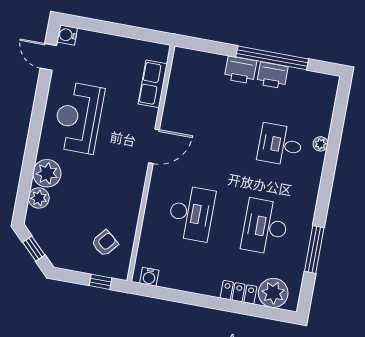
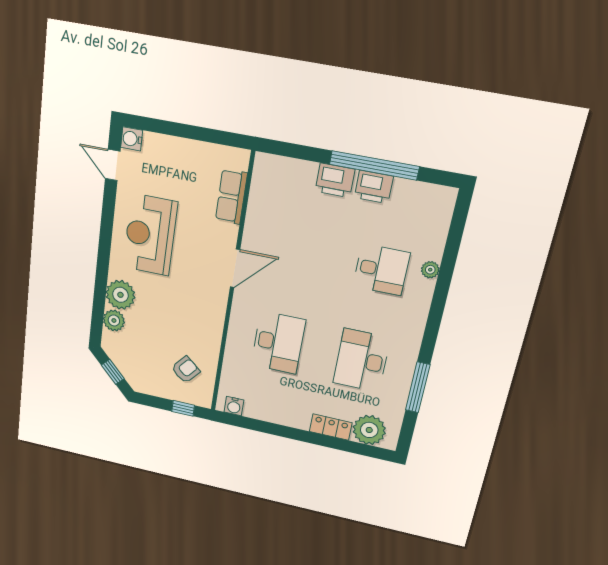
desk: (280, 145) -> (381, 270), turned 180

